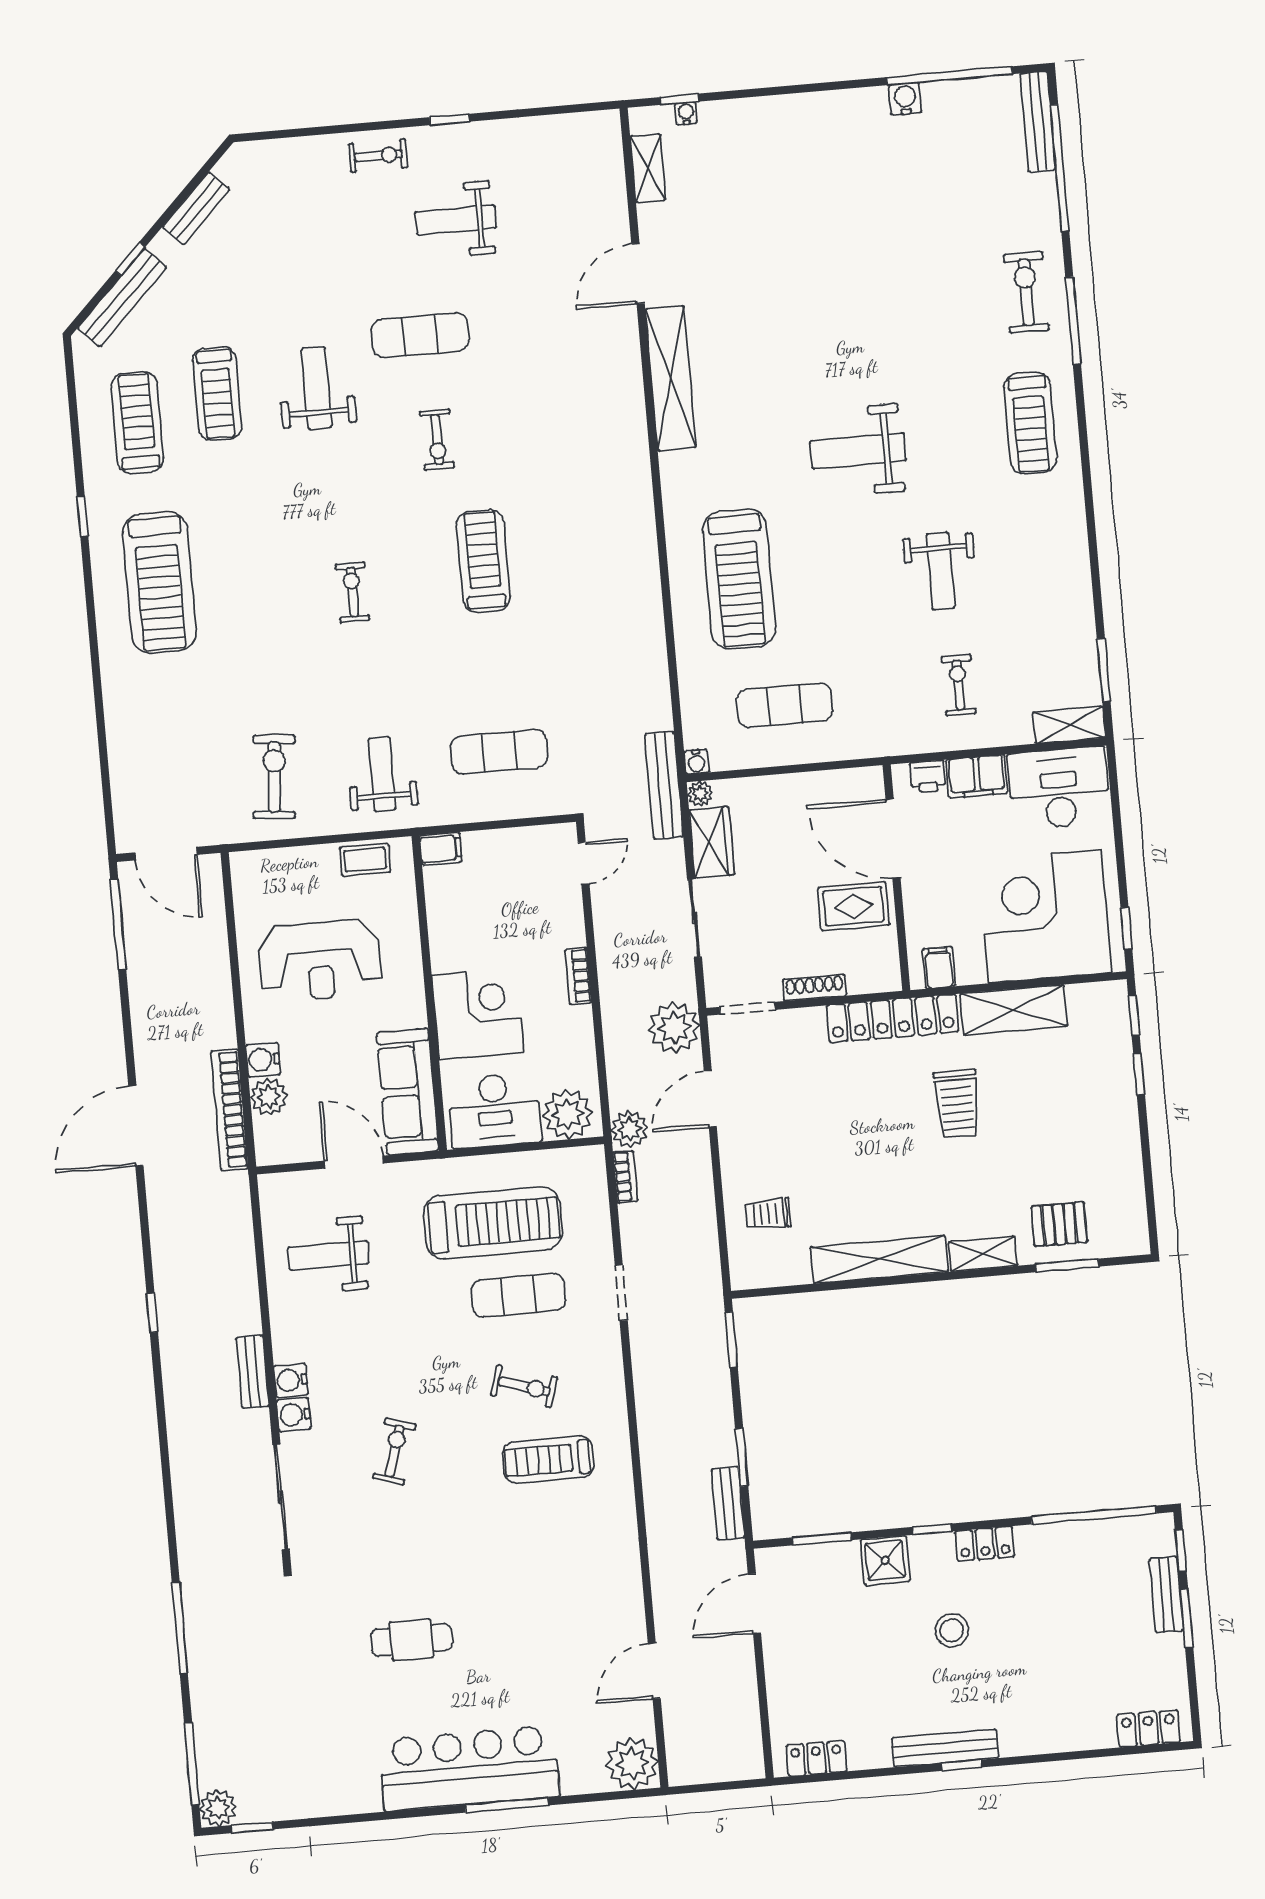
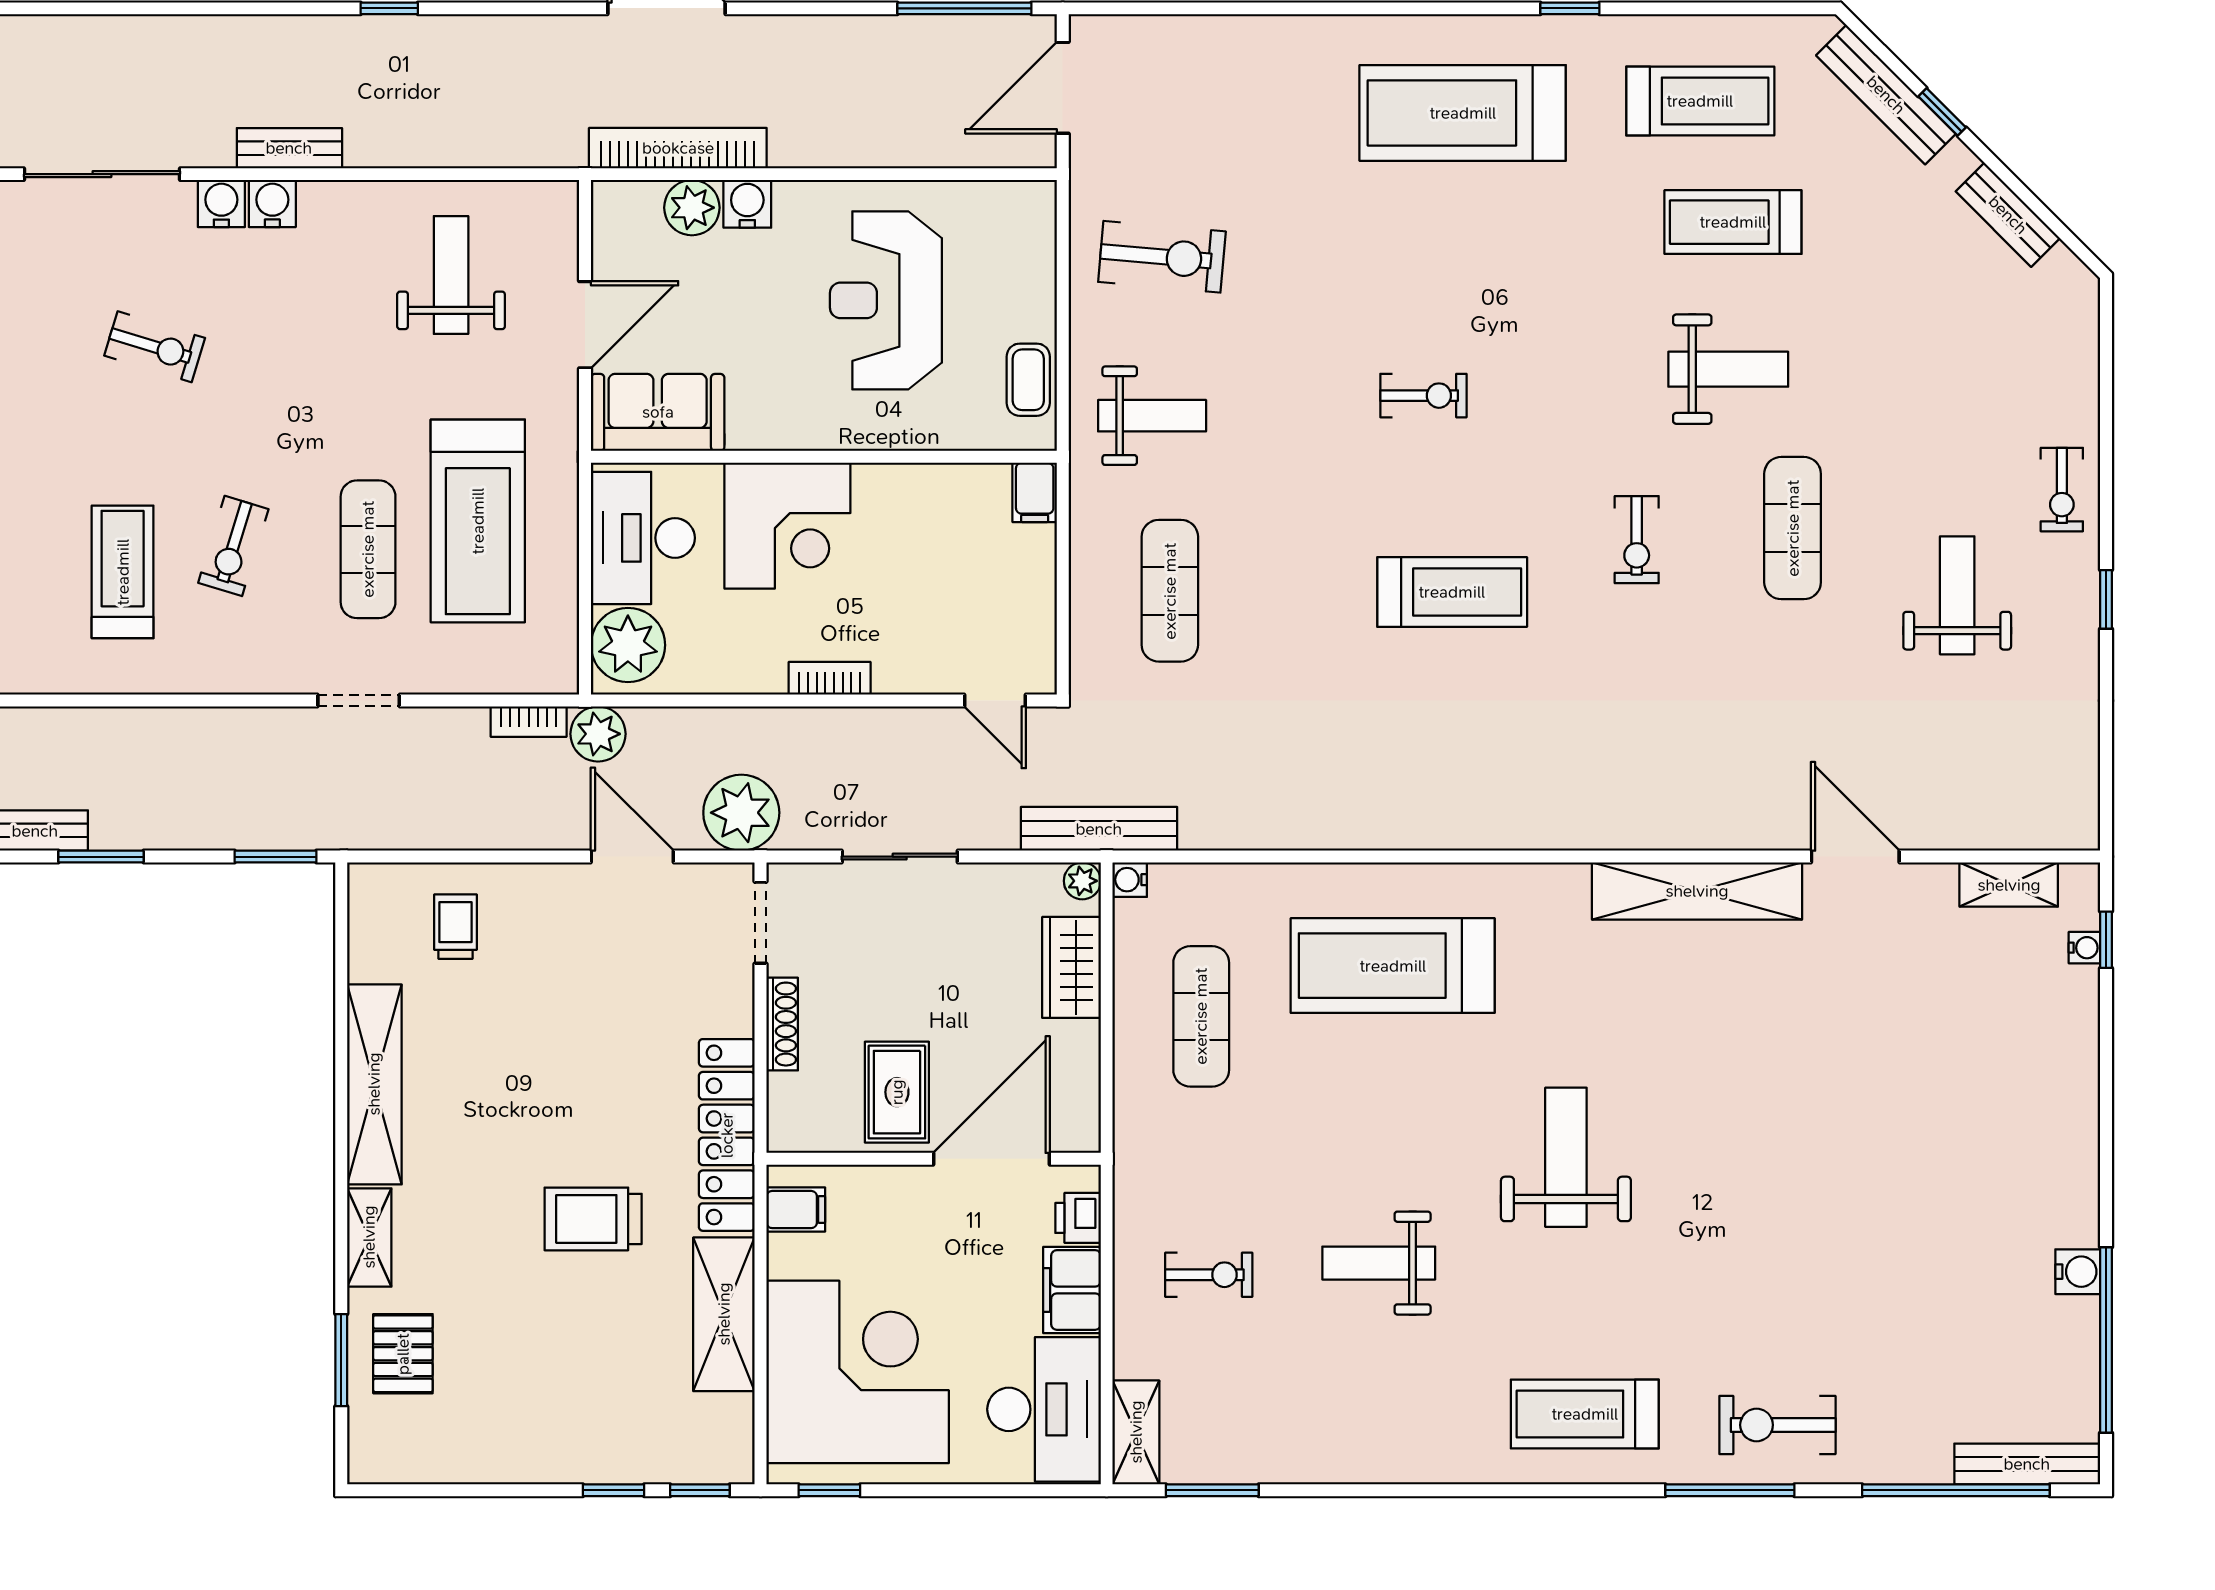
exercise bike: (1026, 292) -> (1777, 1425), turned 180
exercise bike: (437, 440) -> (1637, 540), turned -90
wardrobe: (712, 842) -> (1071, 967), moved, turned 90
sofa: (408, 1092) -> (658, 412), width x0.73

